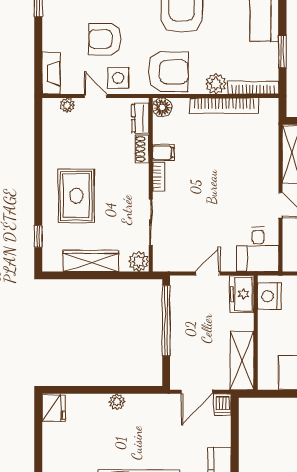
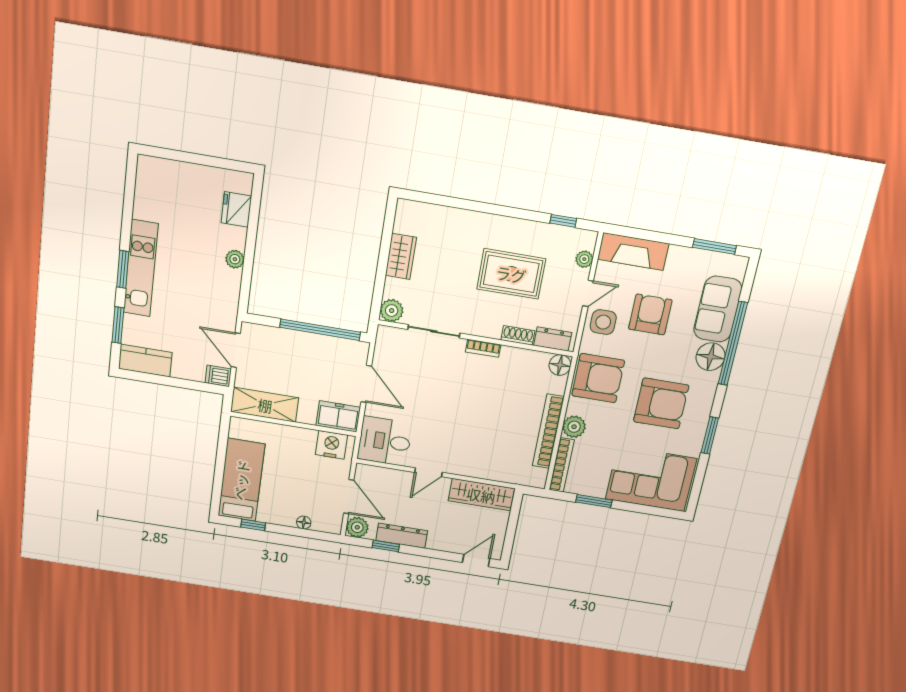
armchair: (168, 72) -> (598, 378), turned -90
fireplace: (51, 73) -> (633, 251), width x1.37, depth x1.32
filing cabinet: (163, 153) -> (509, 358), removed
rug: (76, 196) -> (511, 274), moved
window: (38, 236) -> (563, 221), moved
wardrobe: (91, 261) -> (401, 256), width x0.67
door: (208, 274) -> (366, 384), width x1.37
fridge: (54, 408) -> (236, 209), moved, turned 90

